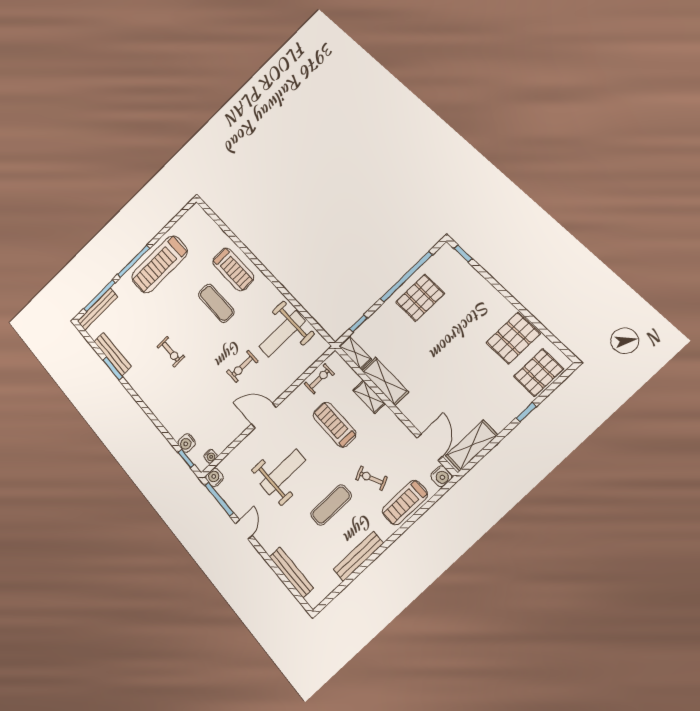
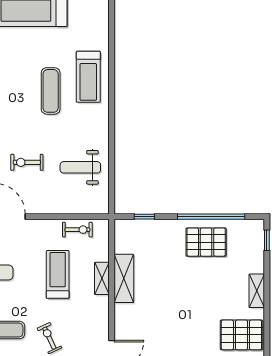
weight bench: (282, 334) -> (80, 167), width x0.73, depth x0.75
shelving: (355, 353) -> (257, 291), moved

